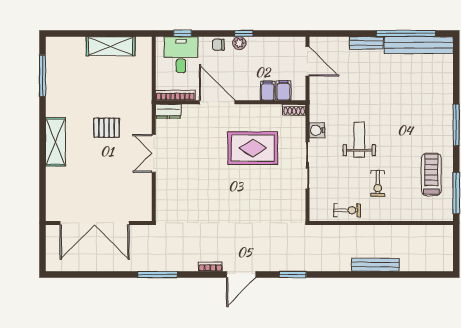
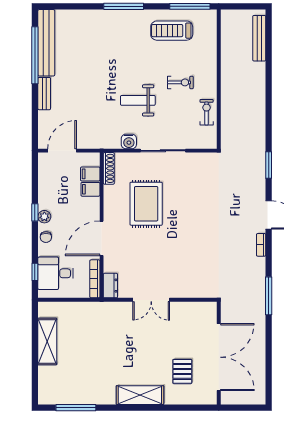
shoe rack: (294, 110) -> (109, 168), width x1.43
pallet: (107, 128) -> (182, 371), moved
bench: (375, 265) -> (259, 38), moved

